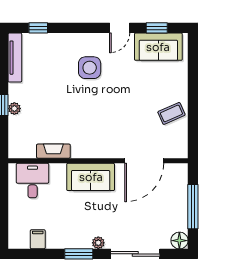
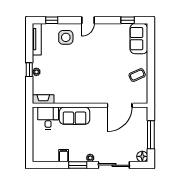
door: (120, 28) -> (88, 20), moved
sofa: (158, 47) -> (139, 39), moved, turned 90
side table: (90, 68) -> (66, 37), moved
fireplace: (53, 151) -> (43, 99), moved
sofa: (91, 177) -> (74, 116), moved
filing cabinet: (38, 239) -> (64, 156), moved

